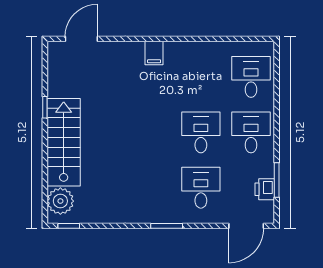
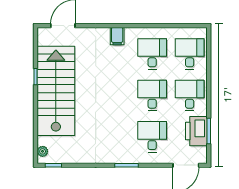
desk: (201, 77) -> (152, 54), added
stairs: (64, 142) -> (56, 91), width x1.36, depth x1.51
printer: (265, 189) -> (196, 131), width x1.87, depth x1.48
plant: (60, 201) -> (43, 151), width x0.53, depth x0.53

